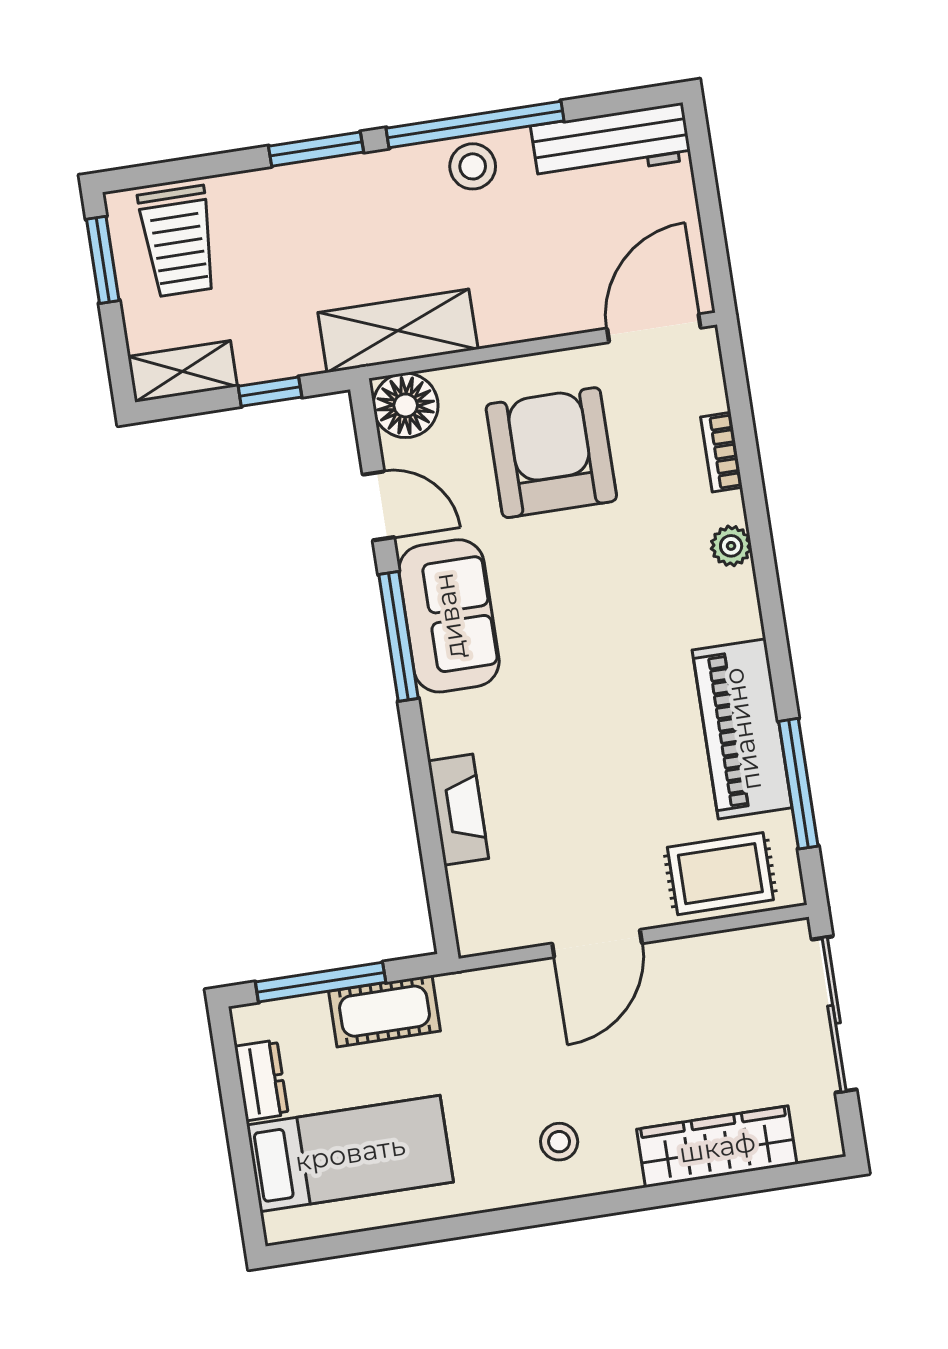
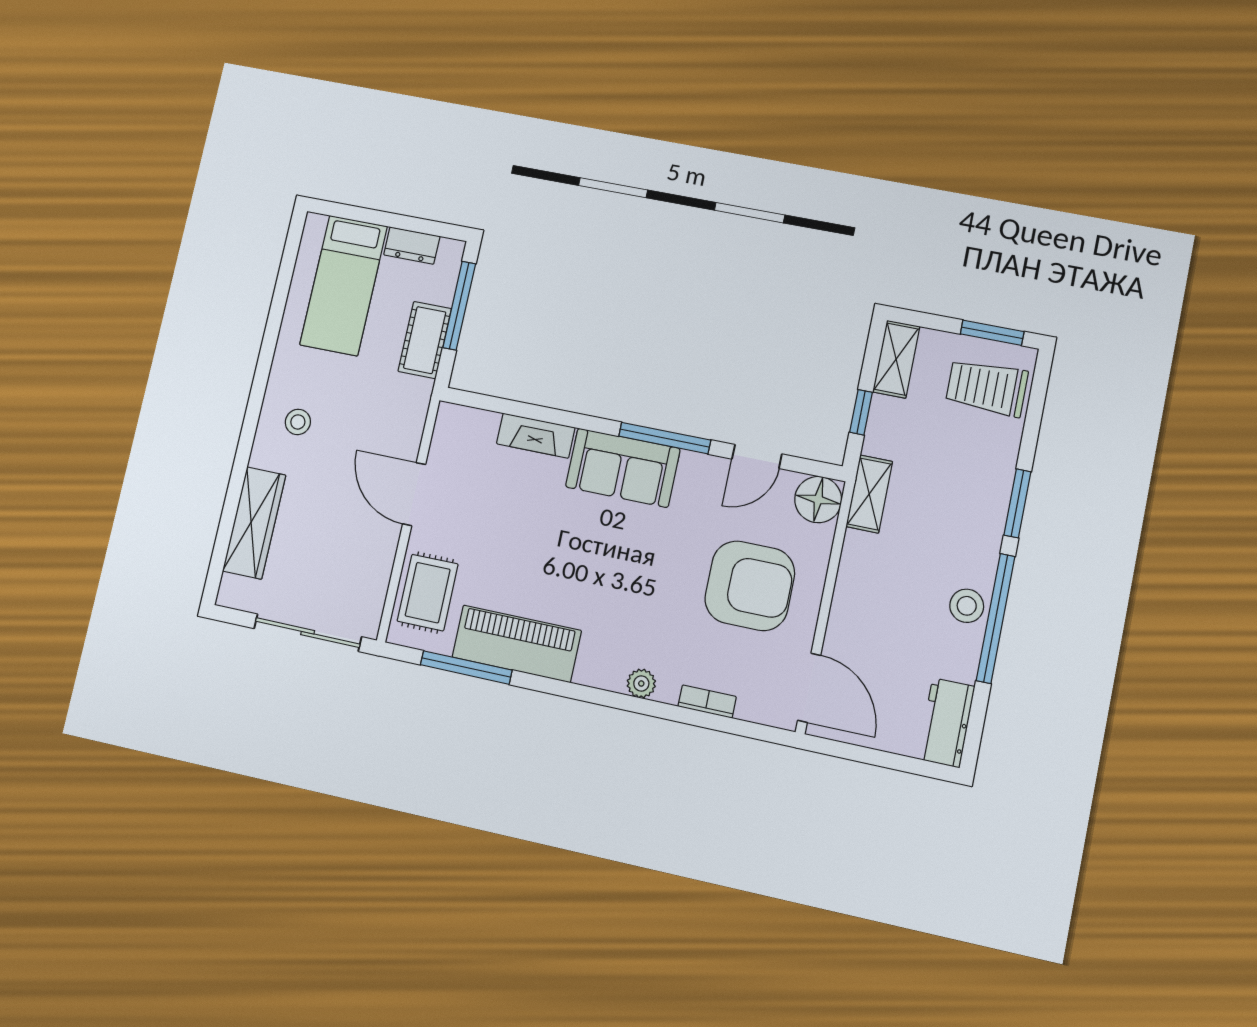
workbench: (611, 143) -> (946, 723), width x0.73
shelving: (398, 331) -> (869, 494), width x0.67, depth x0.75
sofa: (449, 616) -> (623, 468), moved

